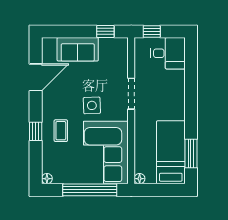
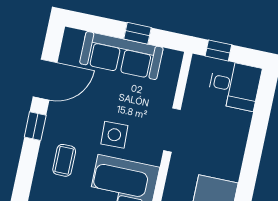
window: (105, 31) -> (138, 33), moved
sofa: (78, 49) -> (121, 56), width x1.36
window: (36, 131) -> (35, 126), moved

